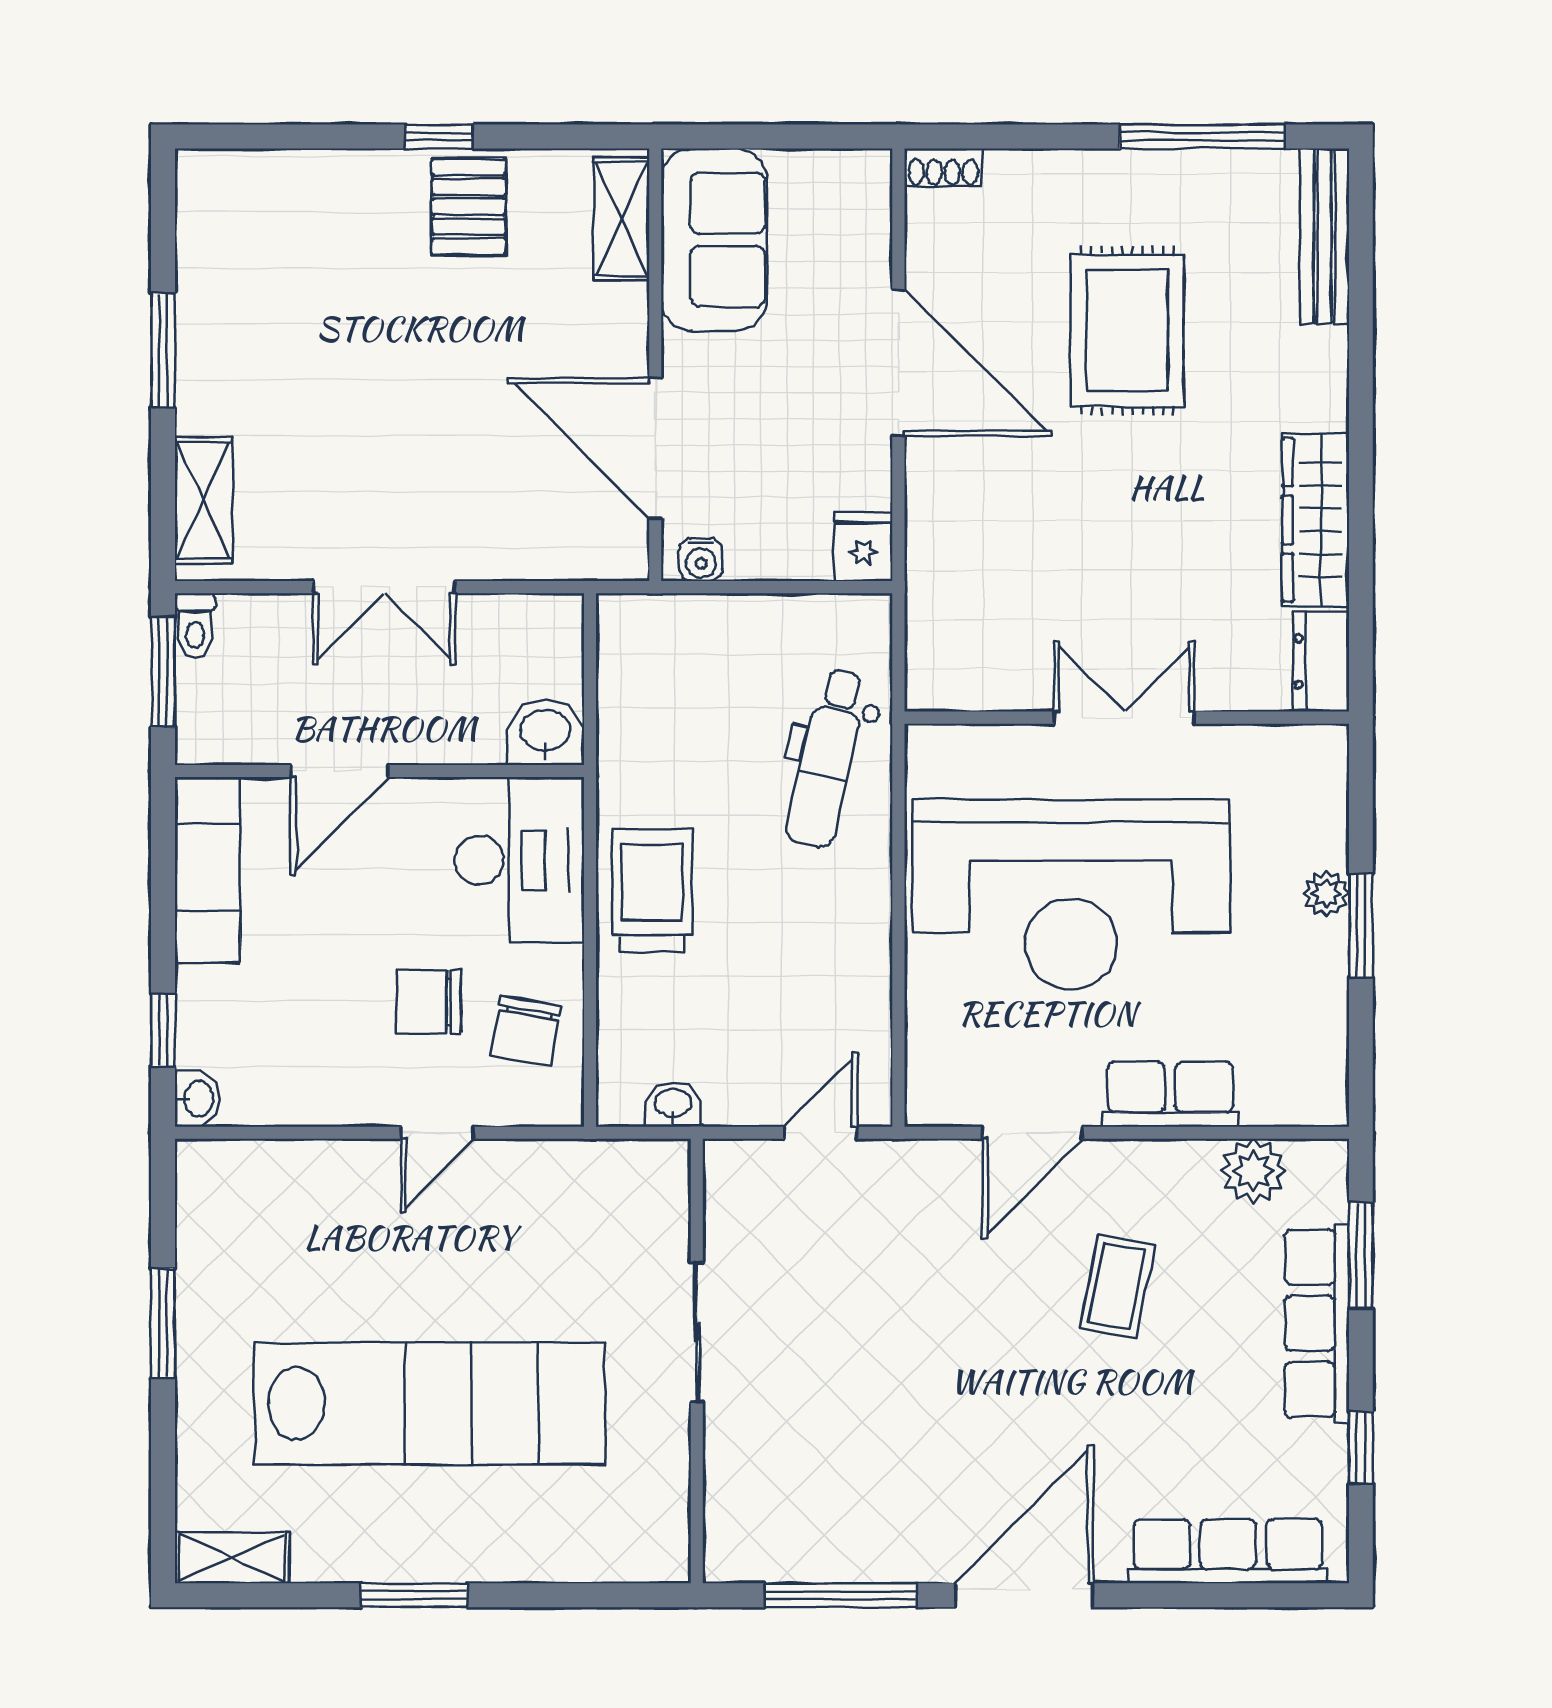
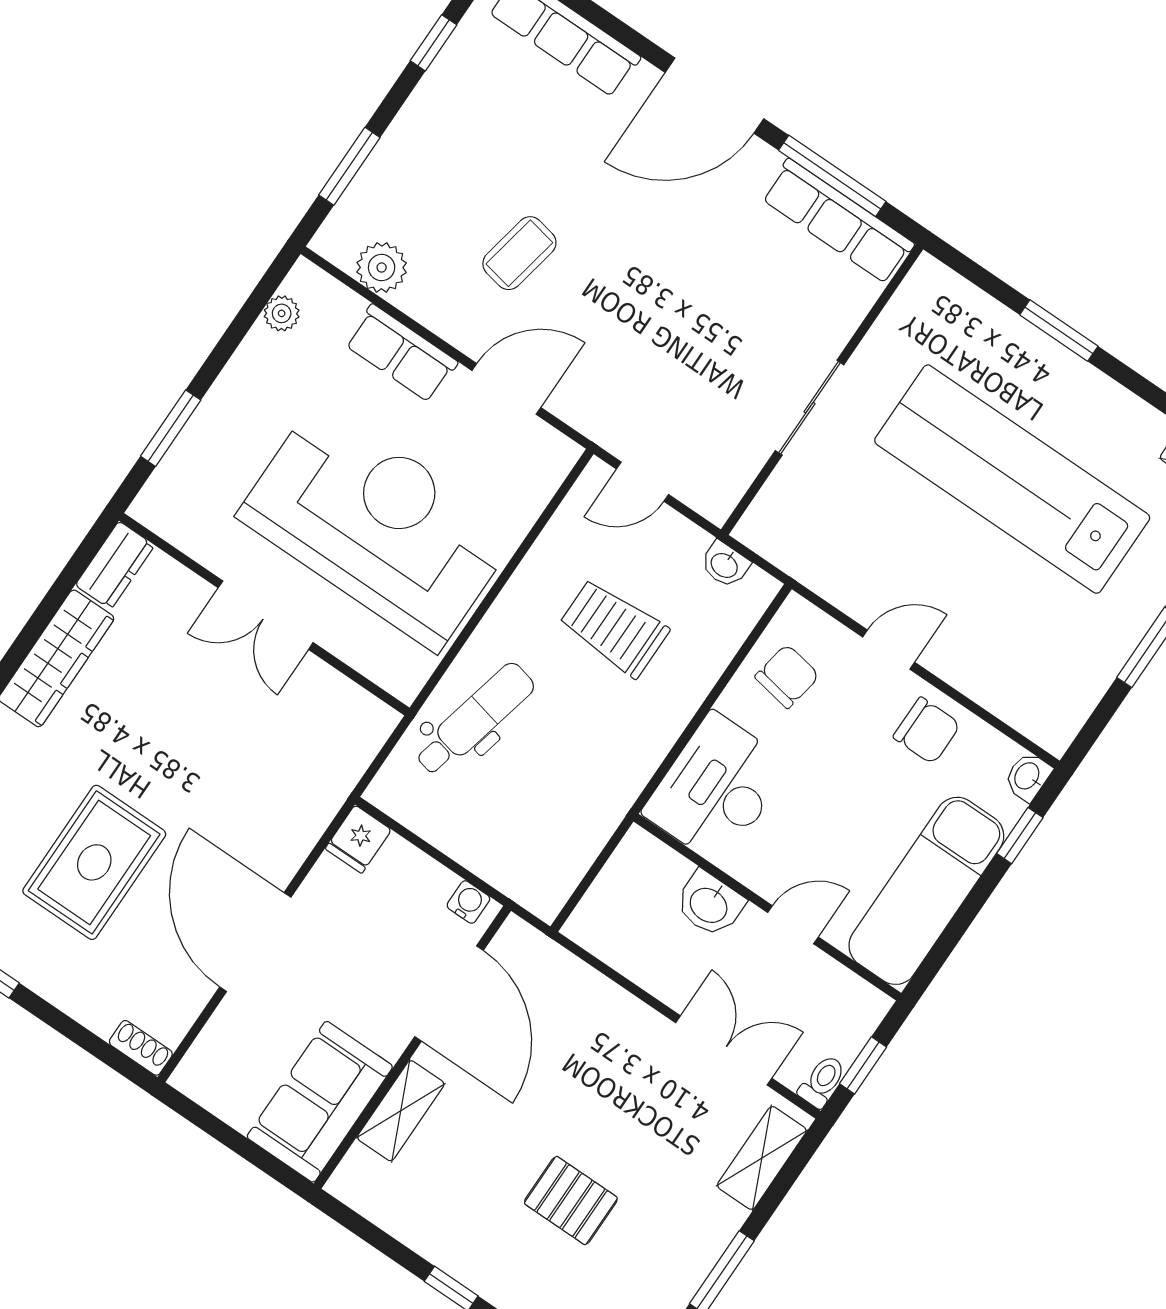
pallet: (469, 207) -> (571, 1201), moved, turned 90
shelving: (622, 219) -> (401, 1111), moved
double door: (384, 587) -> (724, 1050), moved
window: (163, 672) -> (863, 1065), width x0.67
washbasin: (545, 732) -> (709, 904), moved
door: (339, 771) -> (793, 925), width x0.73
exam couch: (207, 870) -> (926, 891), width x1.36, depth x1.45
trolley: (652, 891) -> (614, 628), moved, turned 90
plant: (1326, 894) -> (282, 313), moved
window: (1361, 926) -> (171, 428), moved
chair: (429, 1002) -> (927, 731), moved
row of seats: (1317, 1323) -> (838, 221), moved, turned 90
window: (414, 1595) -> (1059, 330), moved

